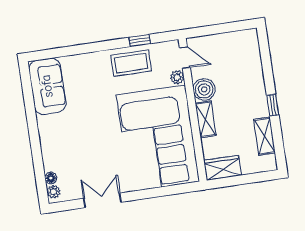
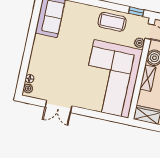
window: (140, 40) -> (136, 12), moved
double door: (102, 200) -> (59, 106), swing flipped

